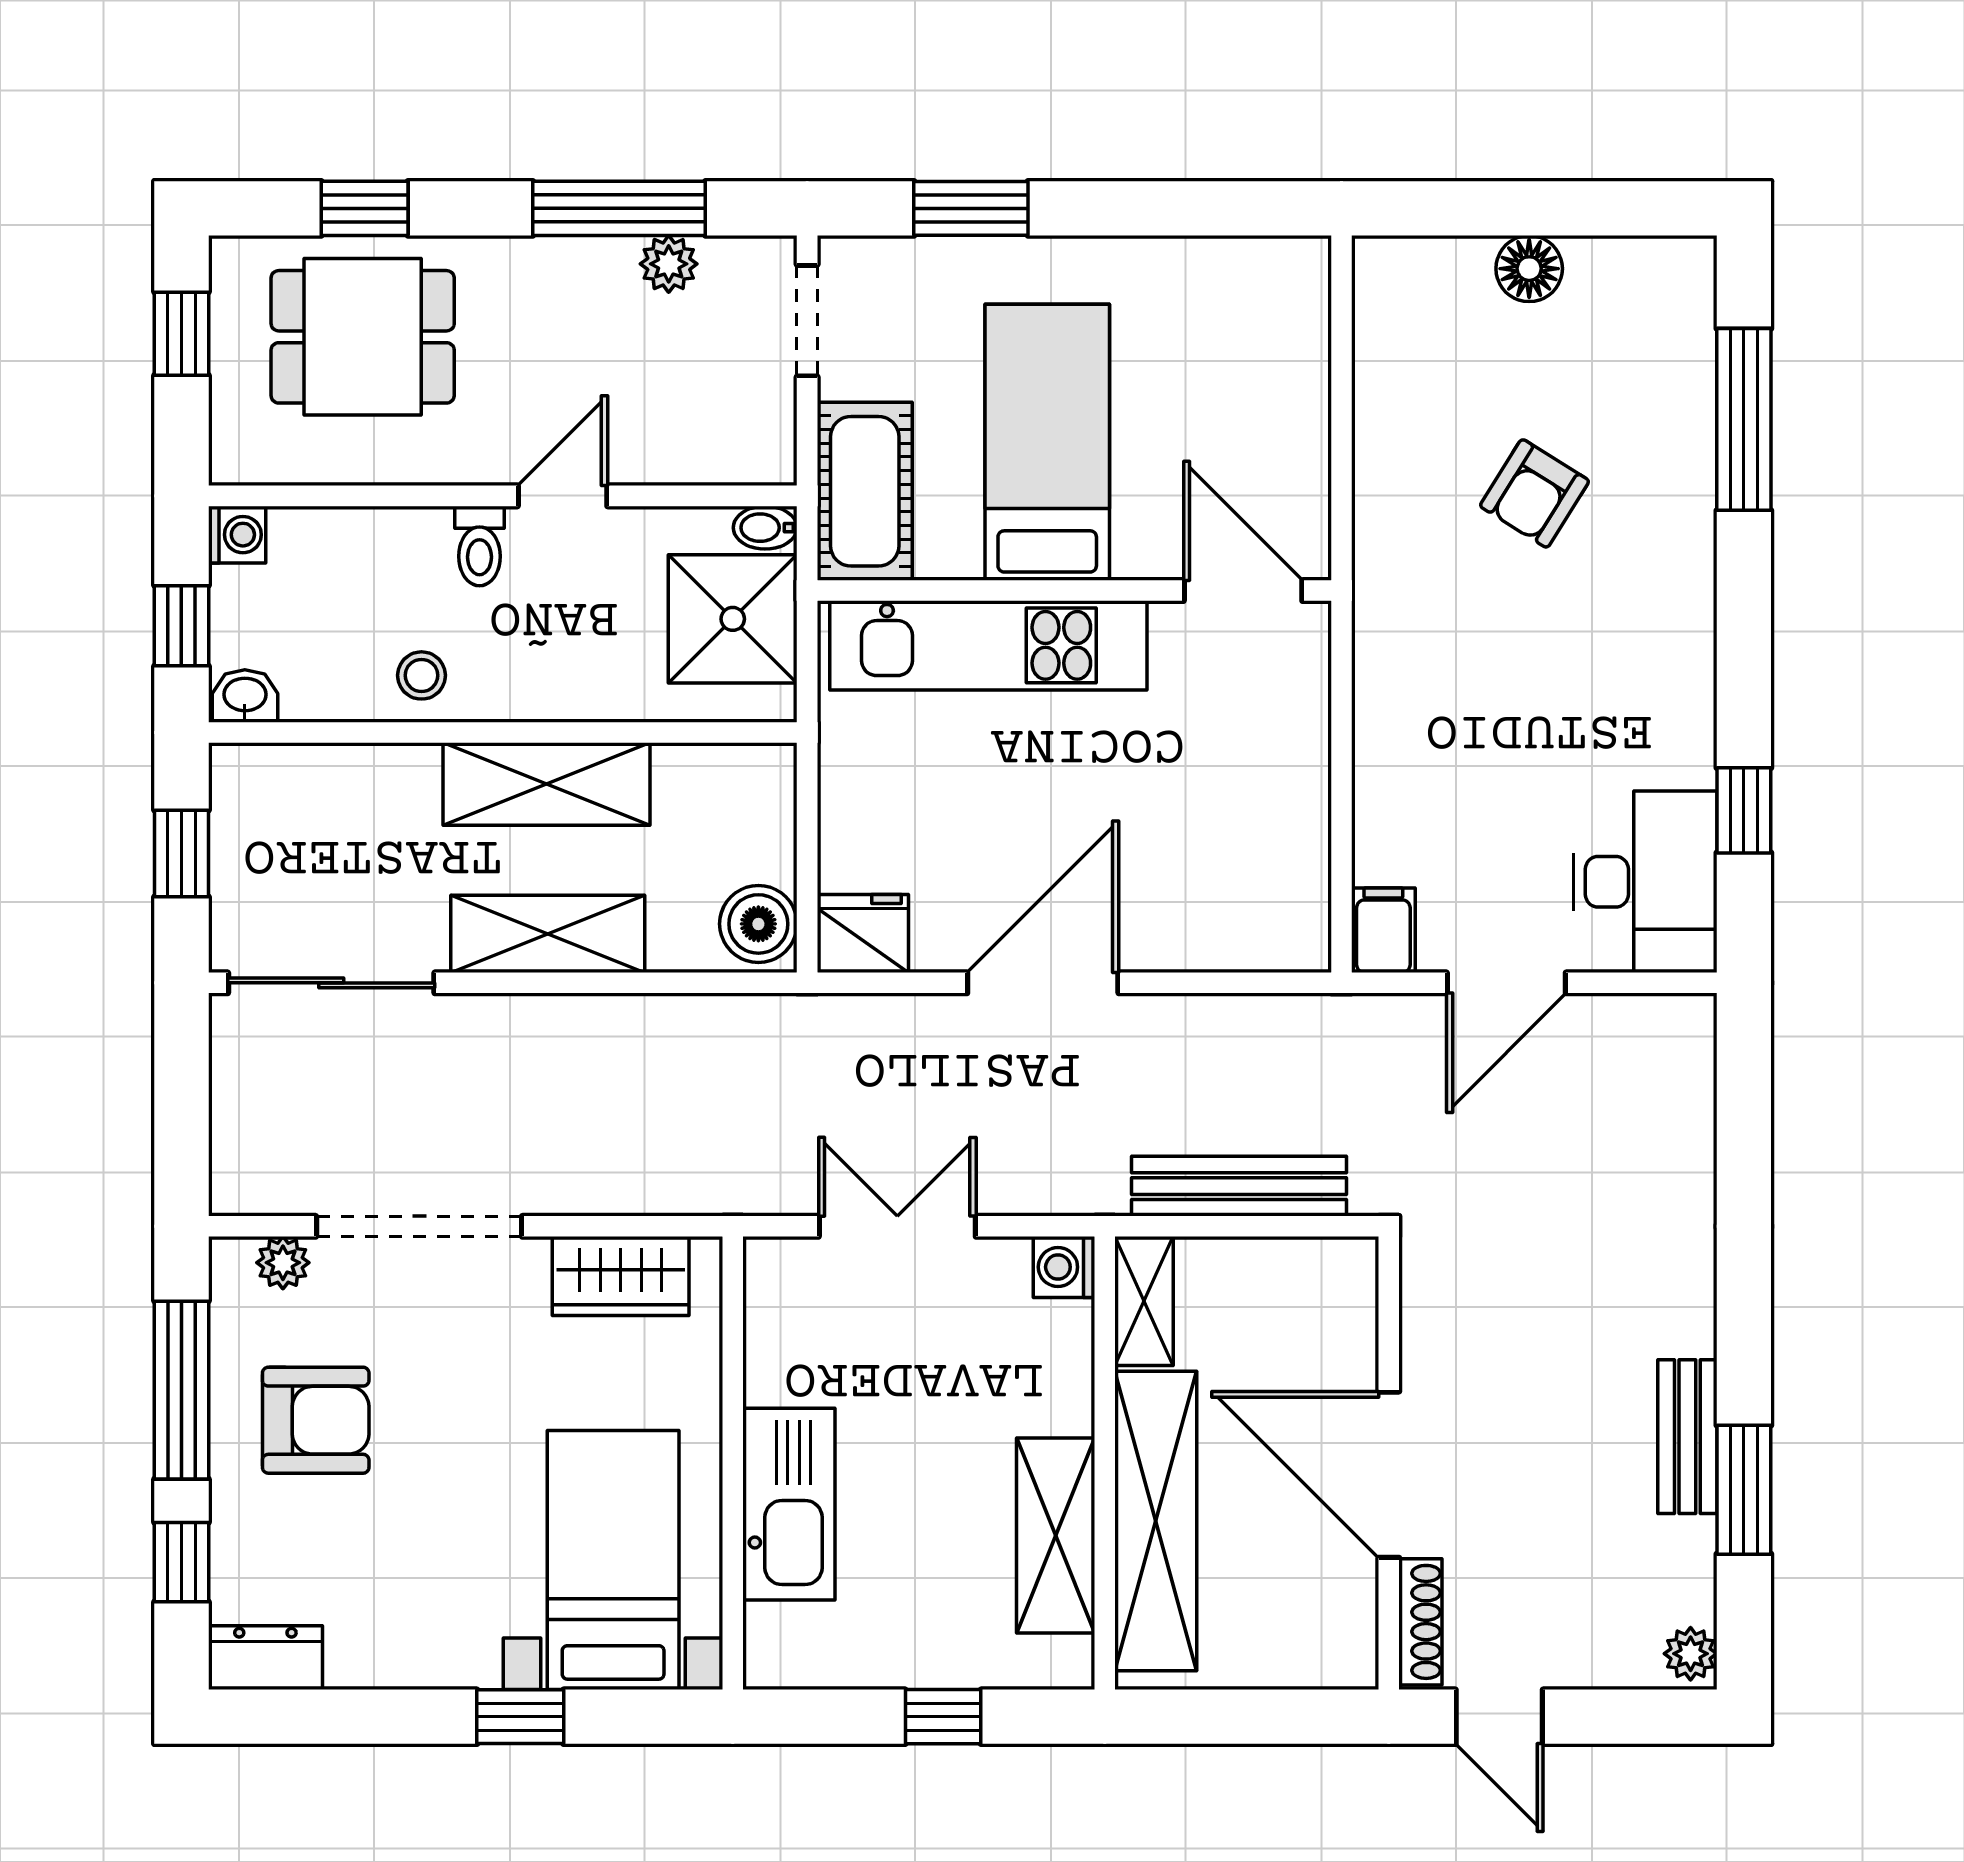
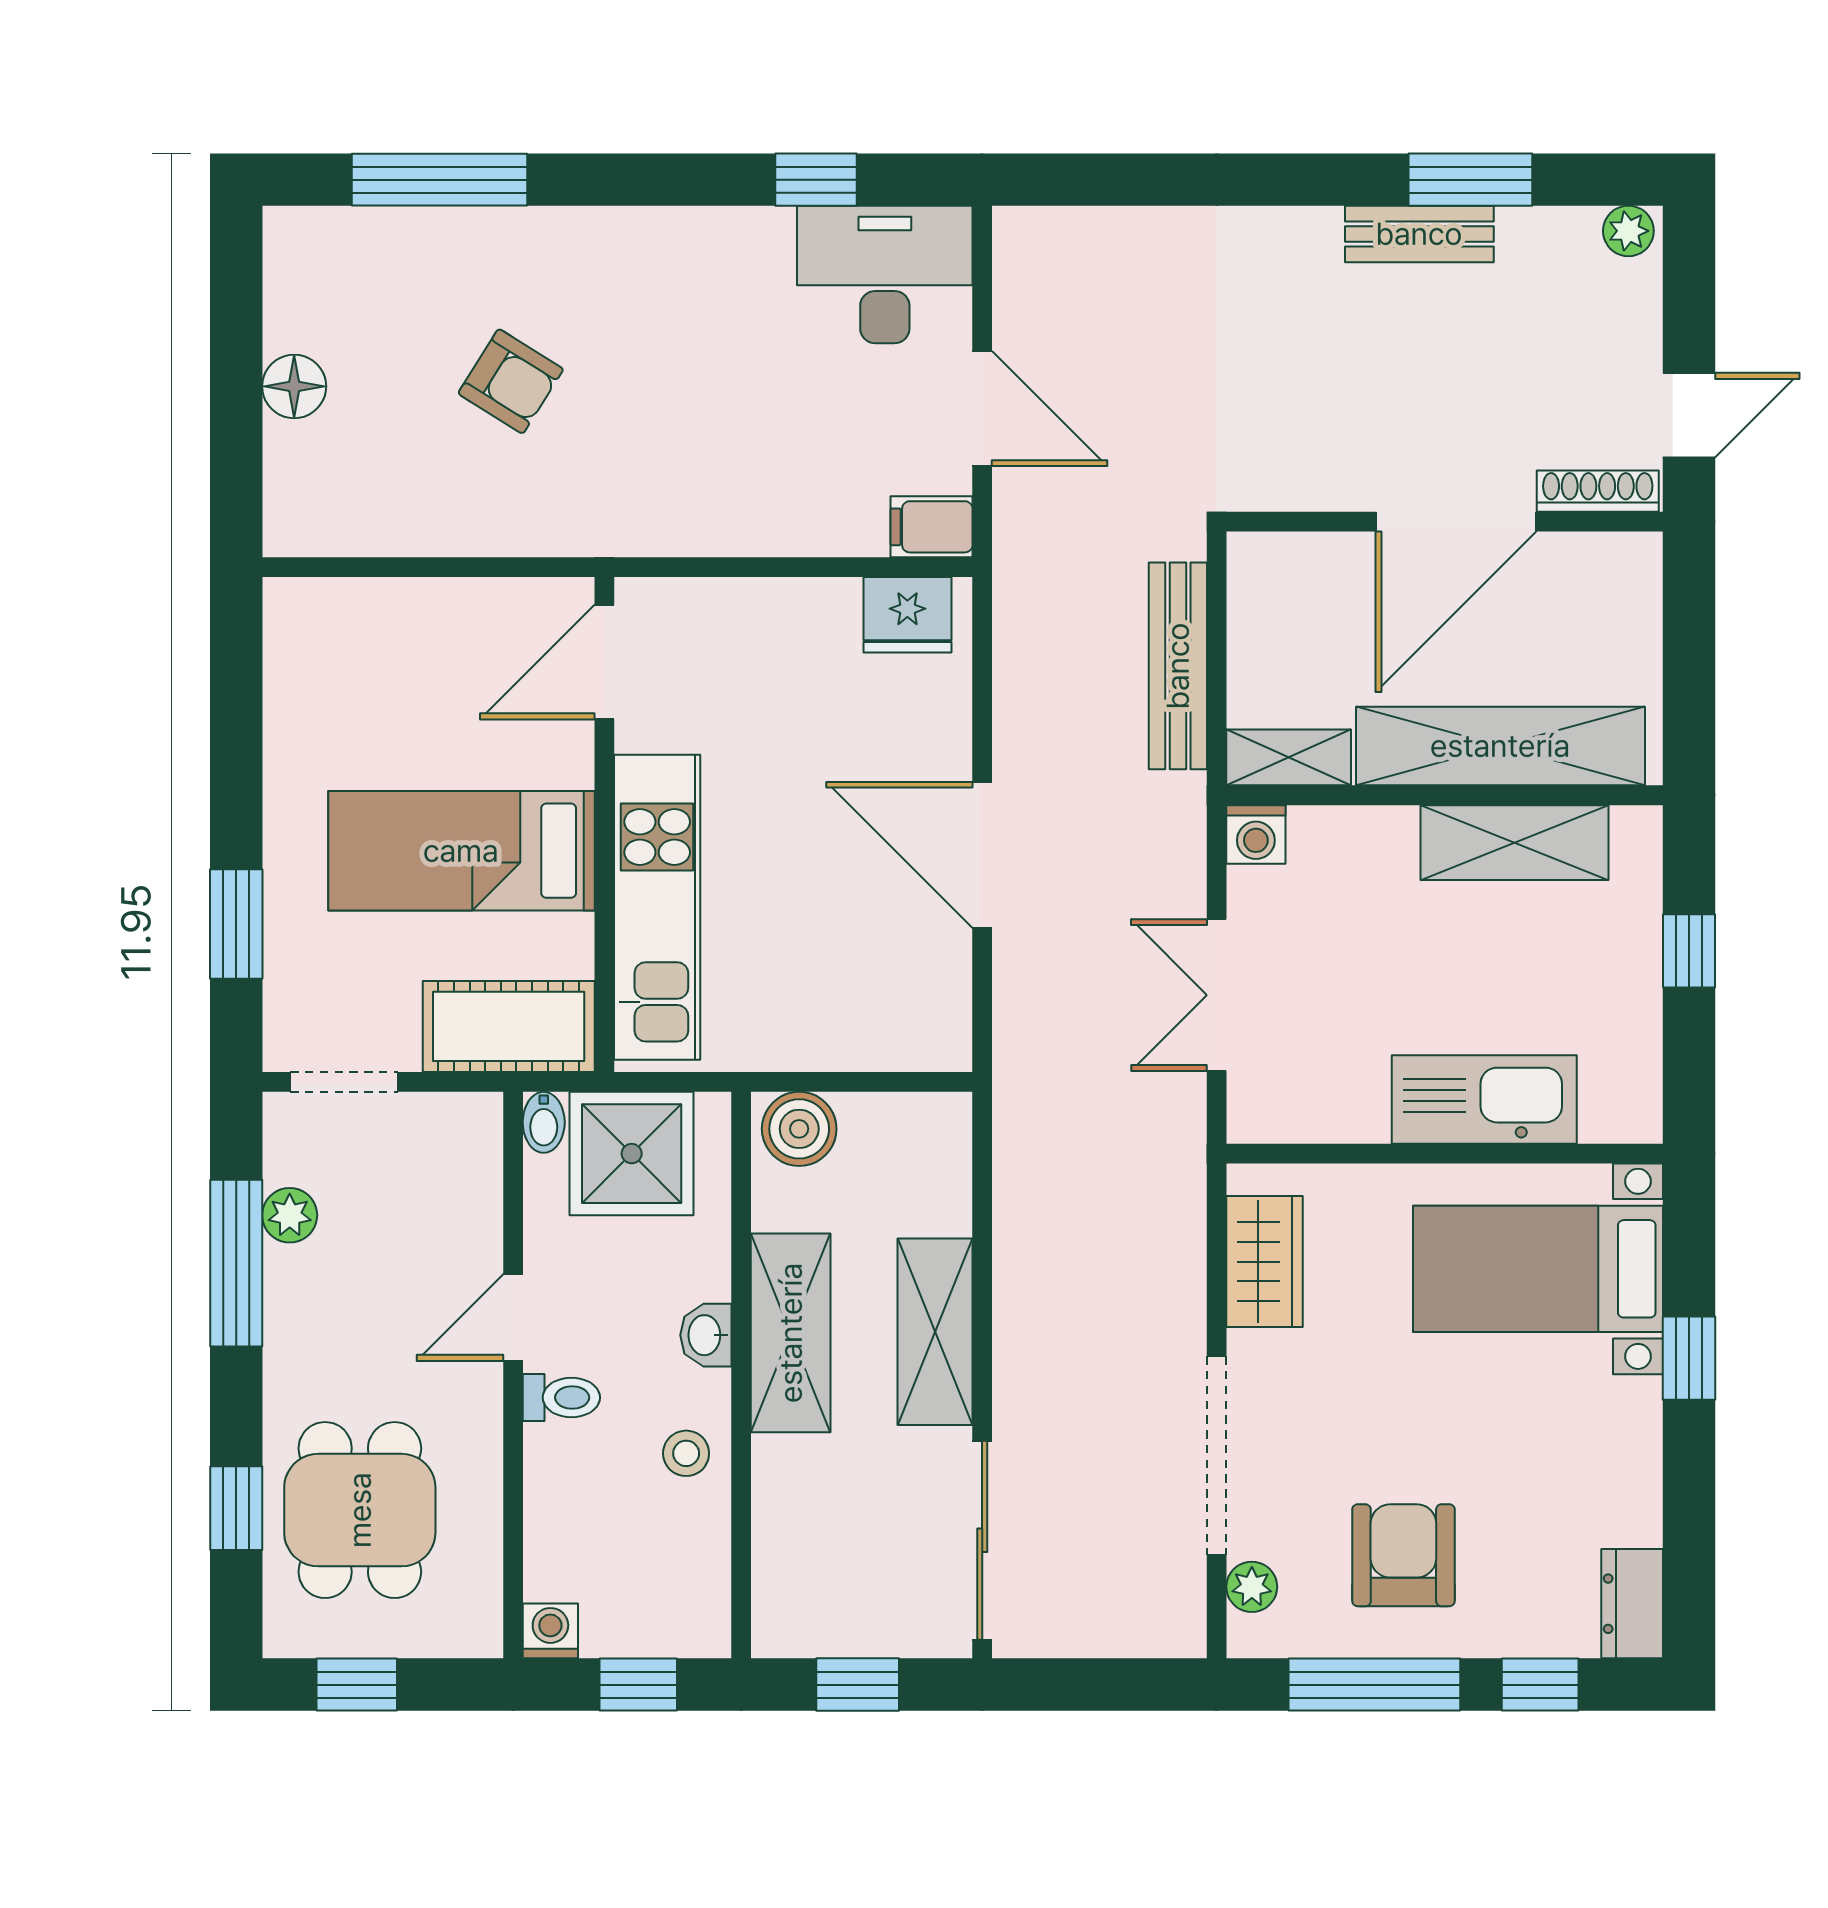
door: (563, 496) -> (513, 1317), hinge flipped
washbasin: (245, 696) -> (706, 1335), moved
boiler: (758, 924) -> (799, 1129), moved
fridge: (863, 933) -> (907, 615), moved, turned -90

